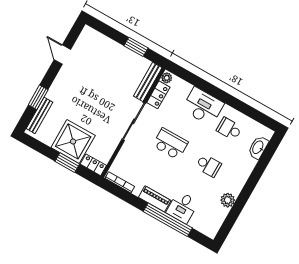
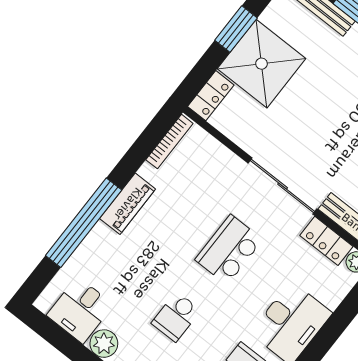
school desk: (170, 144) -> (229, 250), turned 180
window: (67, 163) -> (236, 29), moved
desk: (182, 207) -> (80, 310), moved, turned -90

